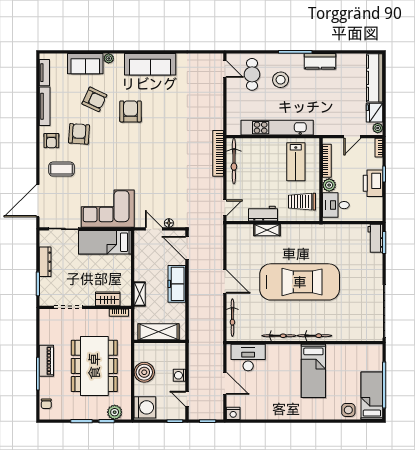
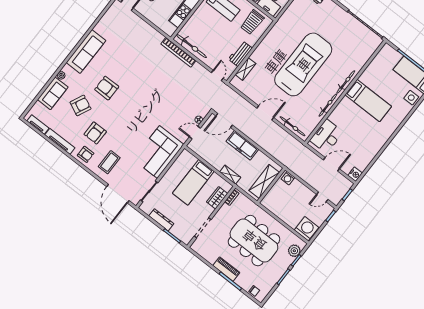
armchair: (79, 134) -> (95, 133), turned -94
shelving: (267, 230) -> (245, 69), moved
bed: (105, 242) -> (193, 182), moved
boiler: (144, 372) -> (283, 211), removed
washing machine: (179, 375) -> (288, 178), moved

